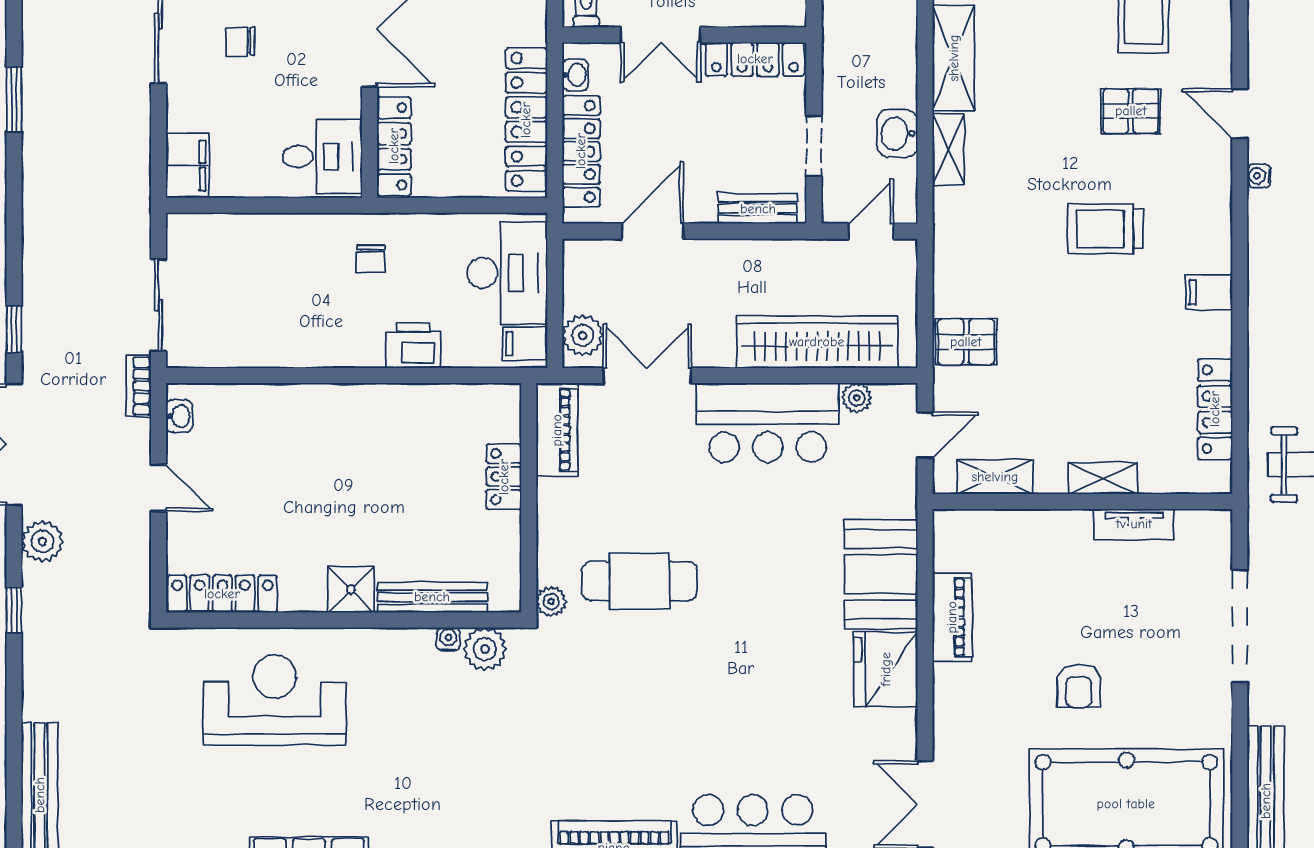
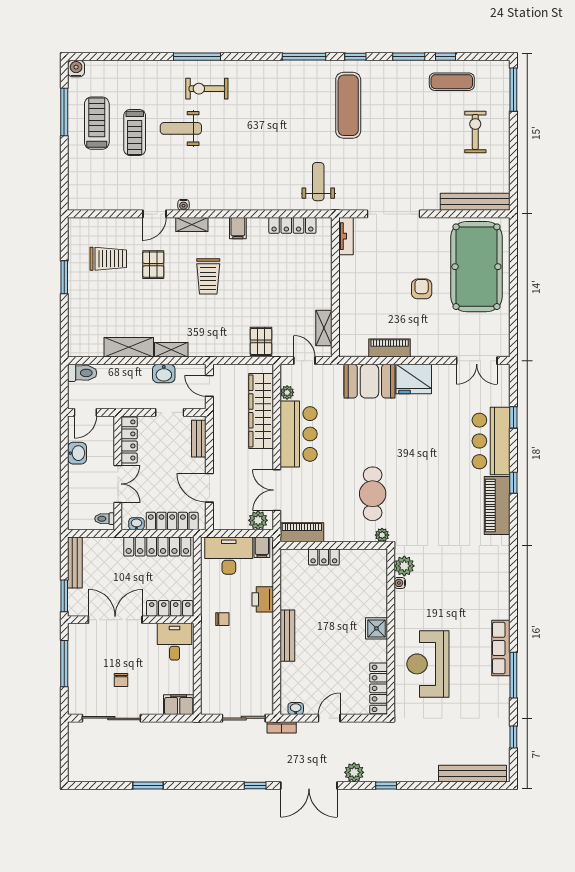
shelving: (1103, 479) -> (192, 224), moved, turned 90
tv unit: (1134, 524) -> (346, 236), moved
bench: (432, 597) -> (287, 636), moved
armchair: (1079, 686) -> (422, 289), turned -90

